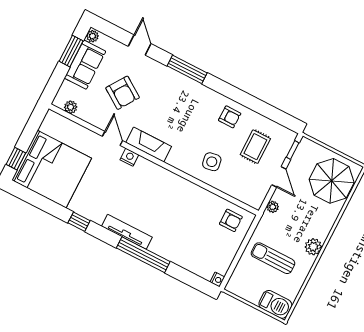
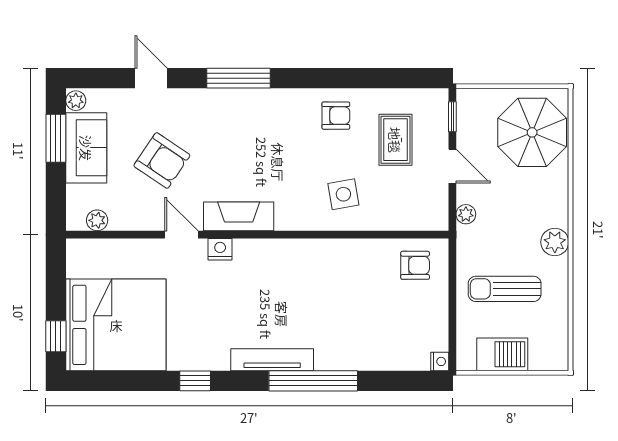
barbecue: (275, 304) -> (502, 354), moved

